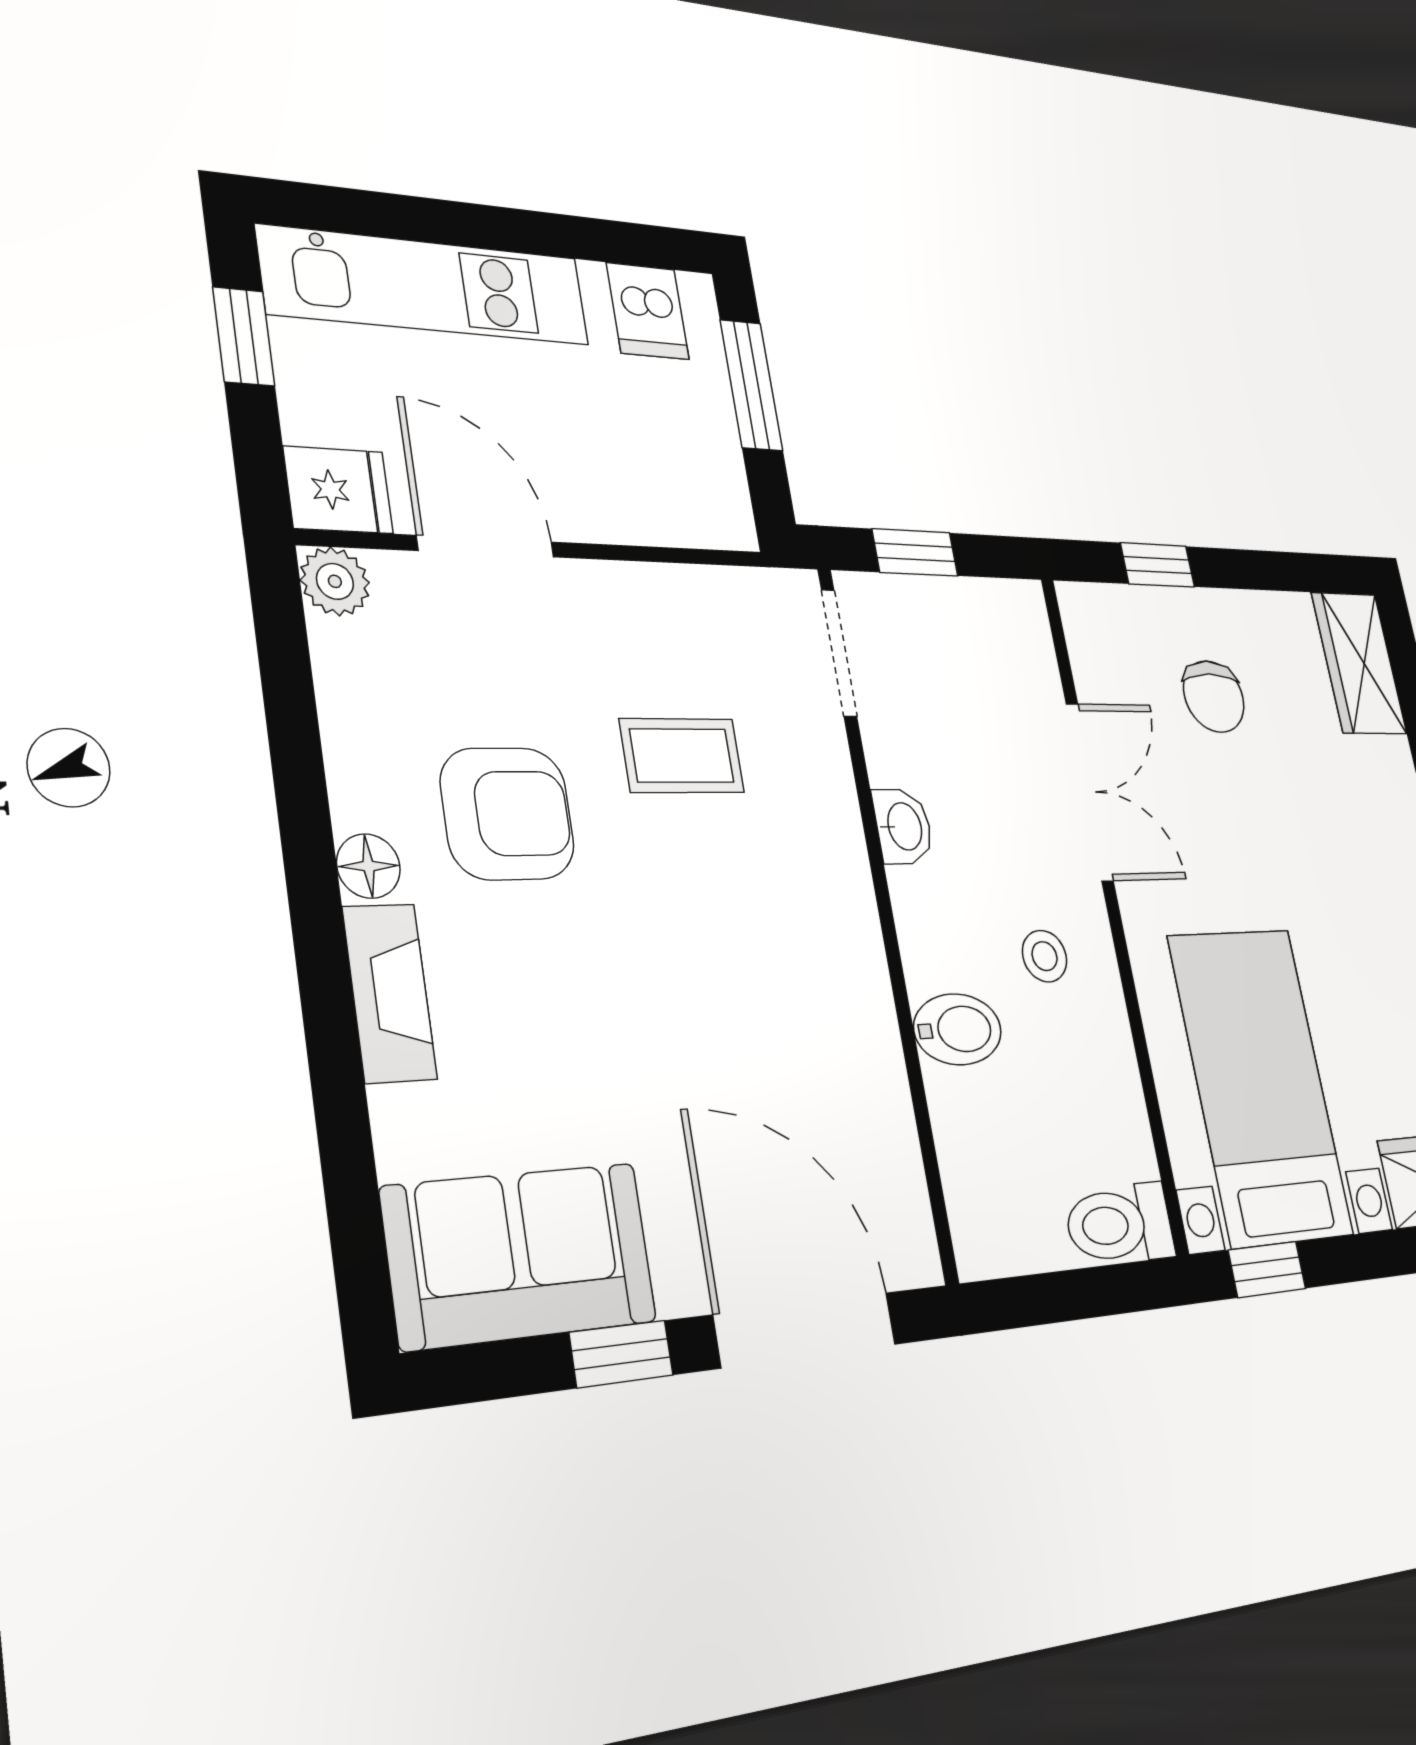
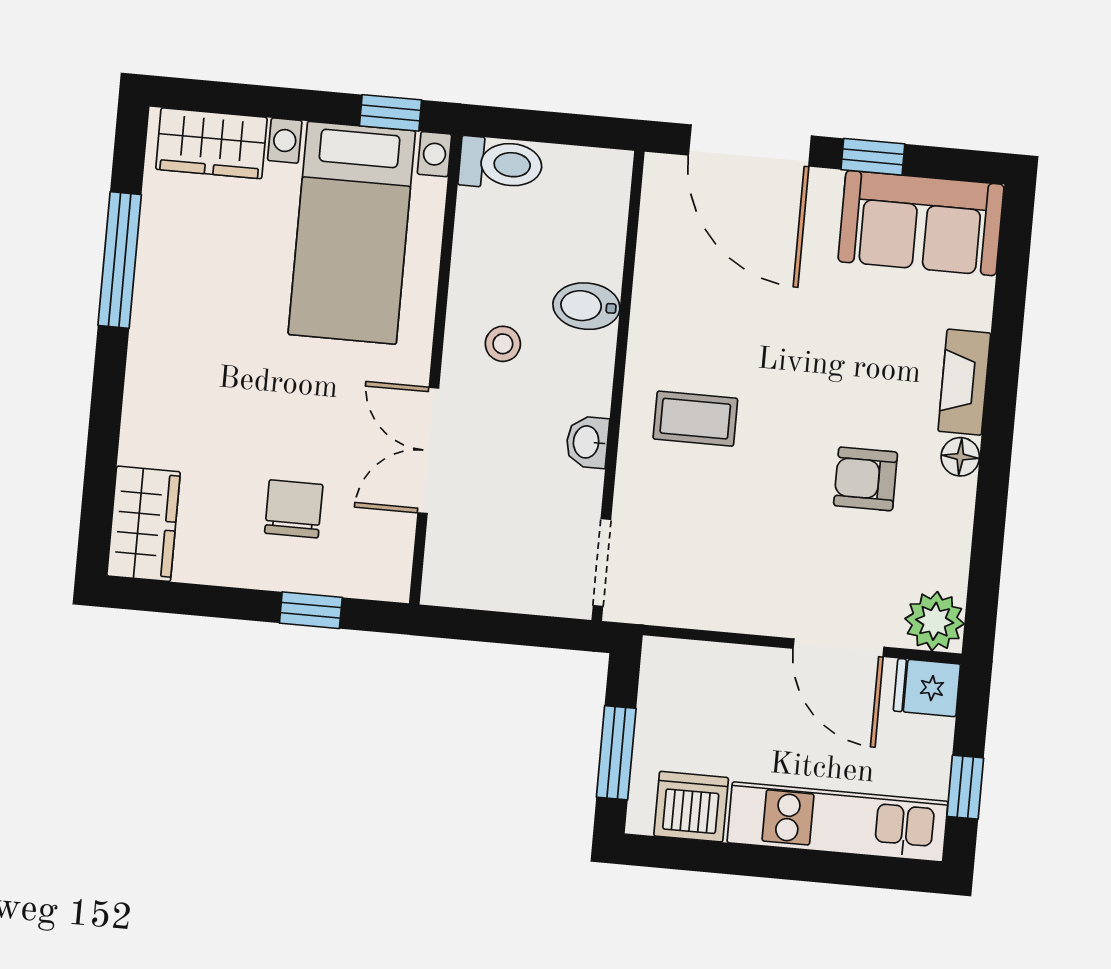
dishwasher: (648, 311) -> (691, 807), width x1.38
window: (915, 552) -> (520, 629), removed
plant: (335, 581) -> (935, 621), width x1.38, depth x1.38
coffee table: (682, 756) -> (695, 419), moved
armchair: (507, 813) -> (866, 479), width x0.72, depth x0.72

